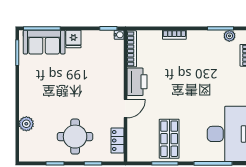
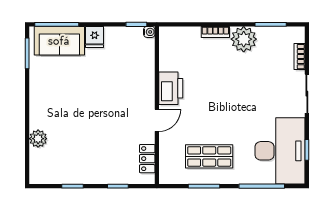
plant: (229, 36) -> (244, 39), moved, width x1.88, depth x1.88
bookcase: (132, 49) -> (164, 49), removed
round table: (75, 137) -> (96, 154), removed
shop shelf: (169, 139) -> (209, 156), turned 90

